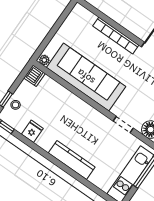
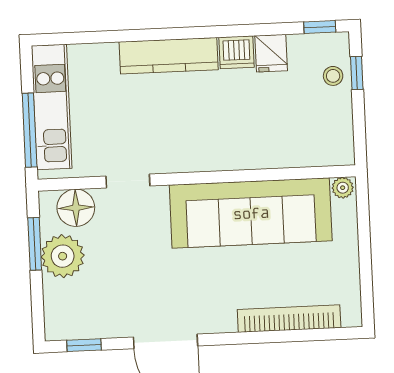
bookcase: (116, 36) -> (289, 319), moved
dishwasher: (35, 76) -> (236, 52), moved, turned -90

